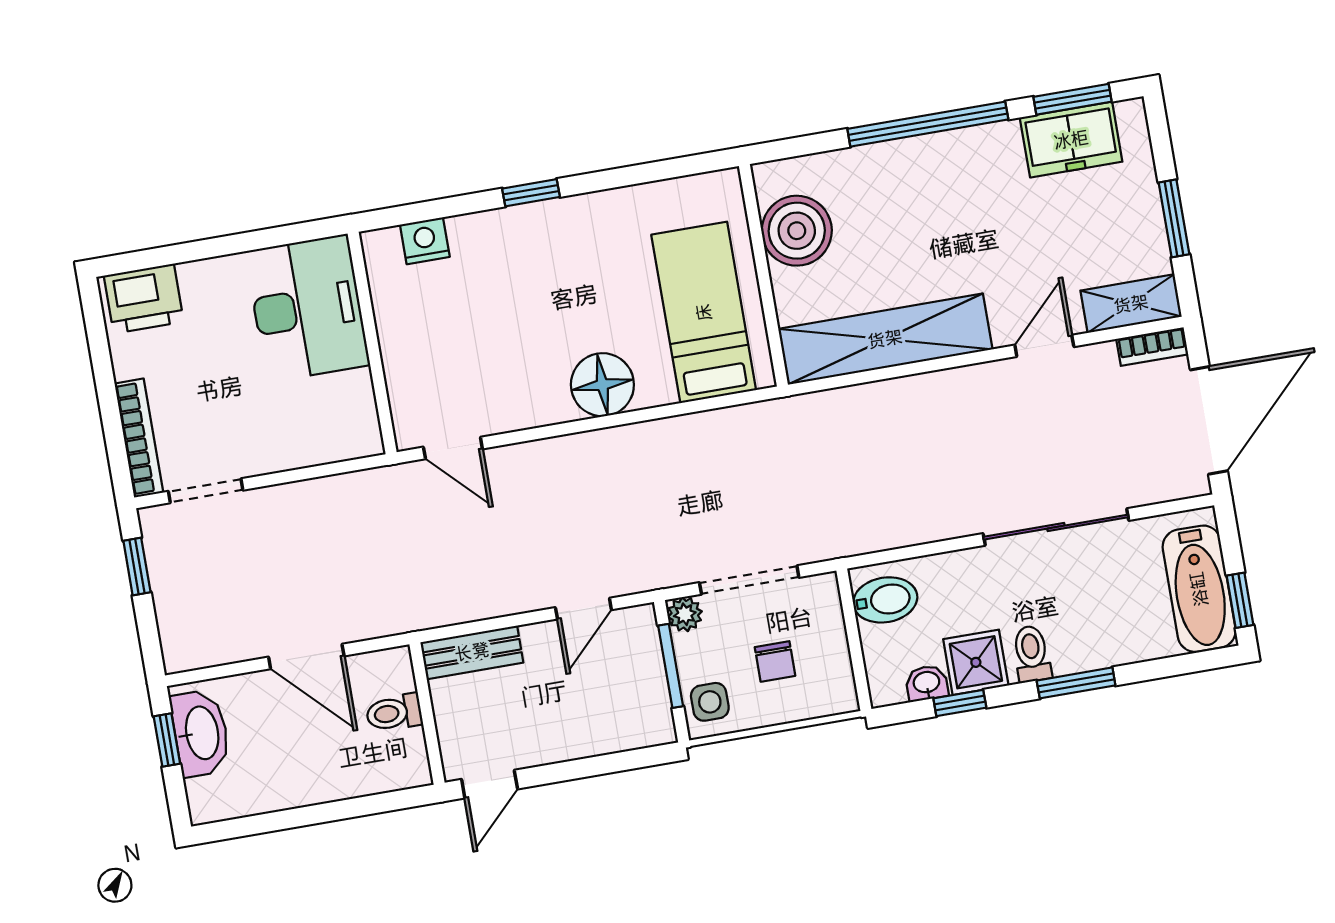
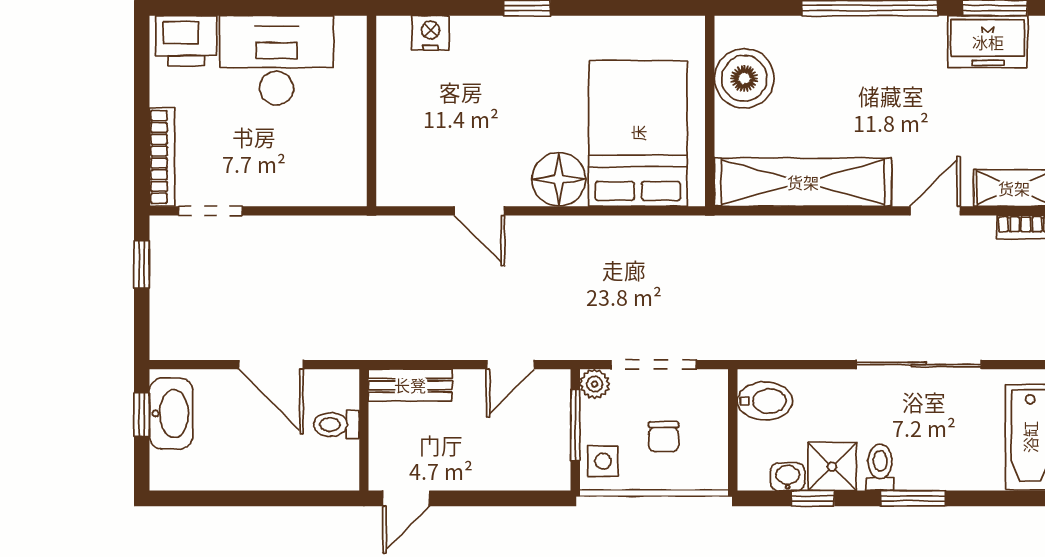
desk: (307, 308) -> (277, 60), moved, turned -90
bed: (704, 312) -> (638, 133), width x1.50
door: (453, 448) -> (479, 211), moved

